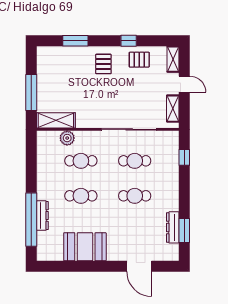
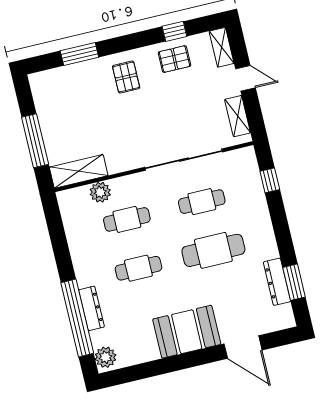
window: (129, 41) -> (174, 31), moved
cafe table: (135, 196) -> (213, 250), width x1.37, depth x1.35
booth: (85, 247) -> (187, 332), moved
plant: (44, 251) -> (105, 357), added

